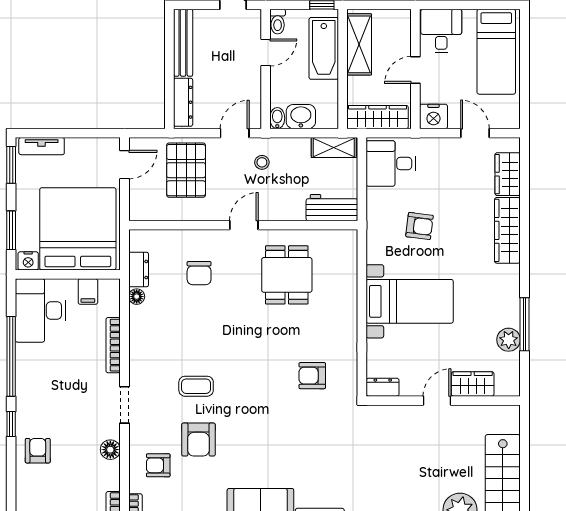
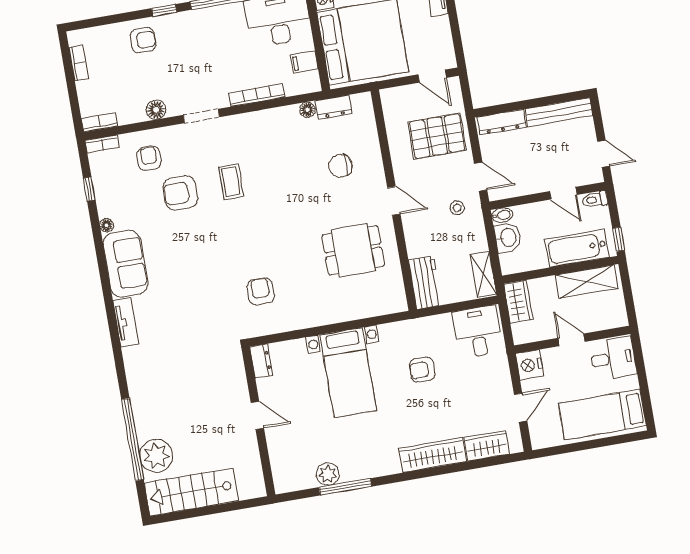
wardrobe: (378, 117) -> (518, 302), width x0.67
armchair: (419, 226) -> (422, 370), turned 83
wardrobe: (473, 384) -> (279, 447), removed

